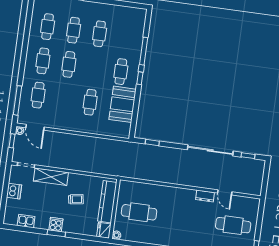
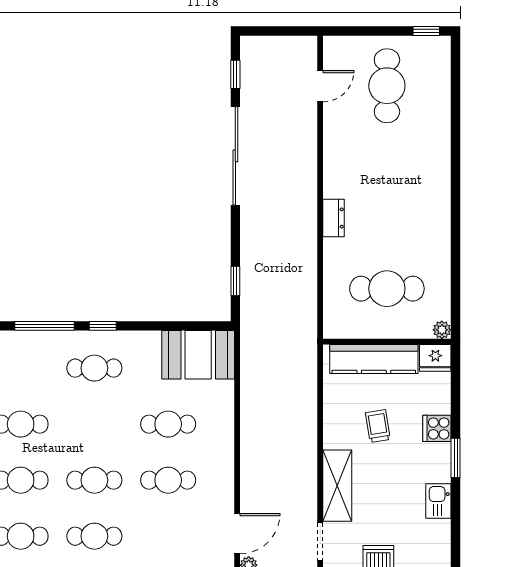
cafe table: (38, 95) -> (168, 480), moved
booth: (123, 104) -> (198, 355), moved
door: (225, 192) -> (320, 86), moved
dresser: (205, 196) -> (333, 218), moved
cafe table: (139, 212) -> (387, 289), turned 90
kitchen sink: (26, 221) -> (438, 501), moved
cooker: (56, 224) -> (437, 428), moved

